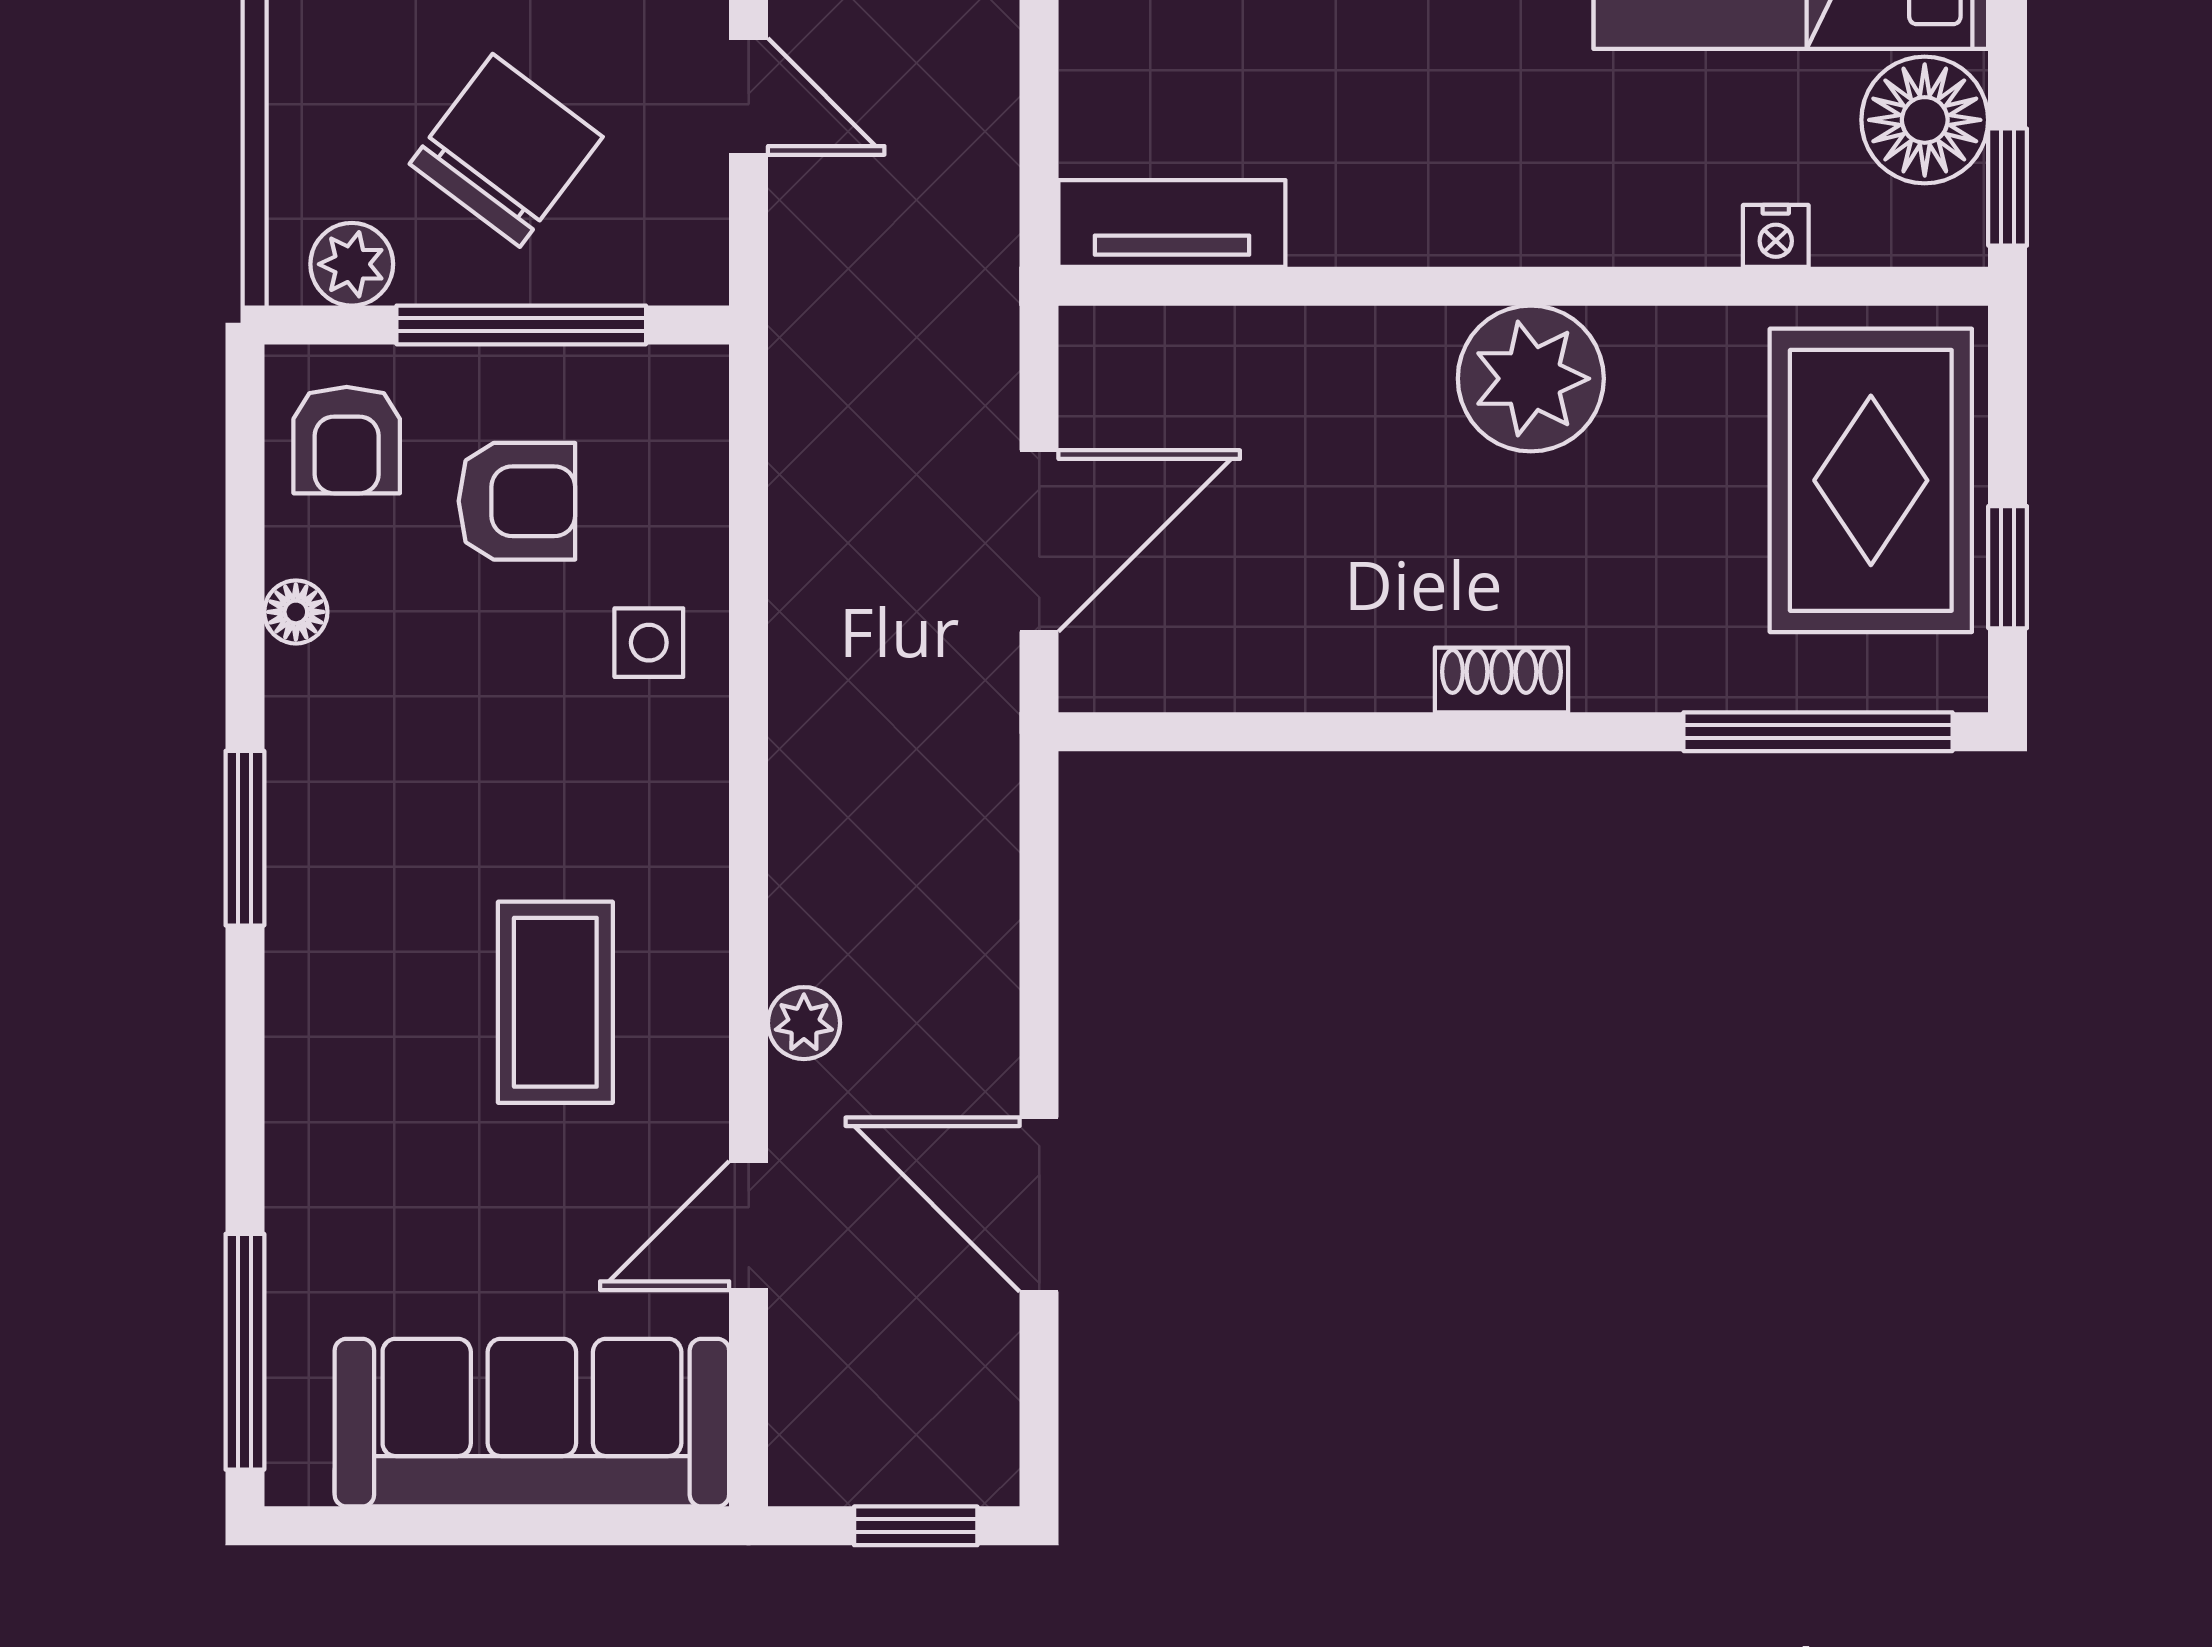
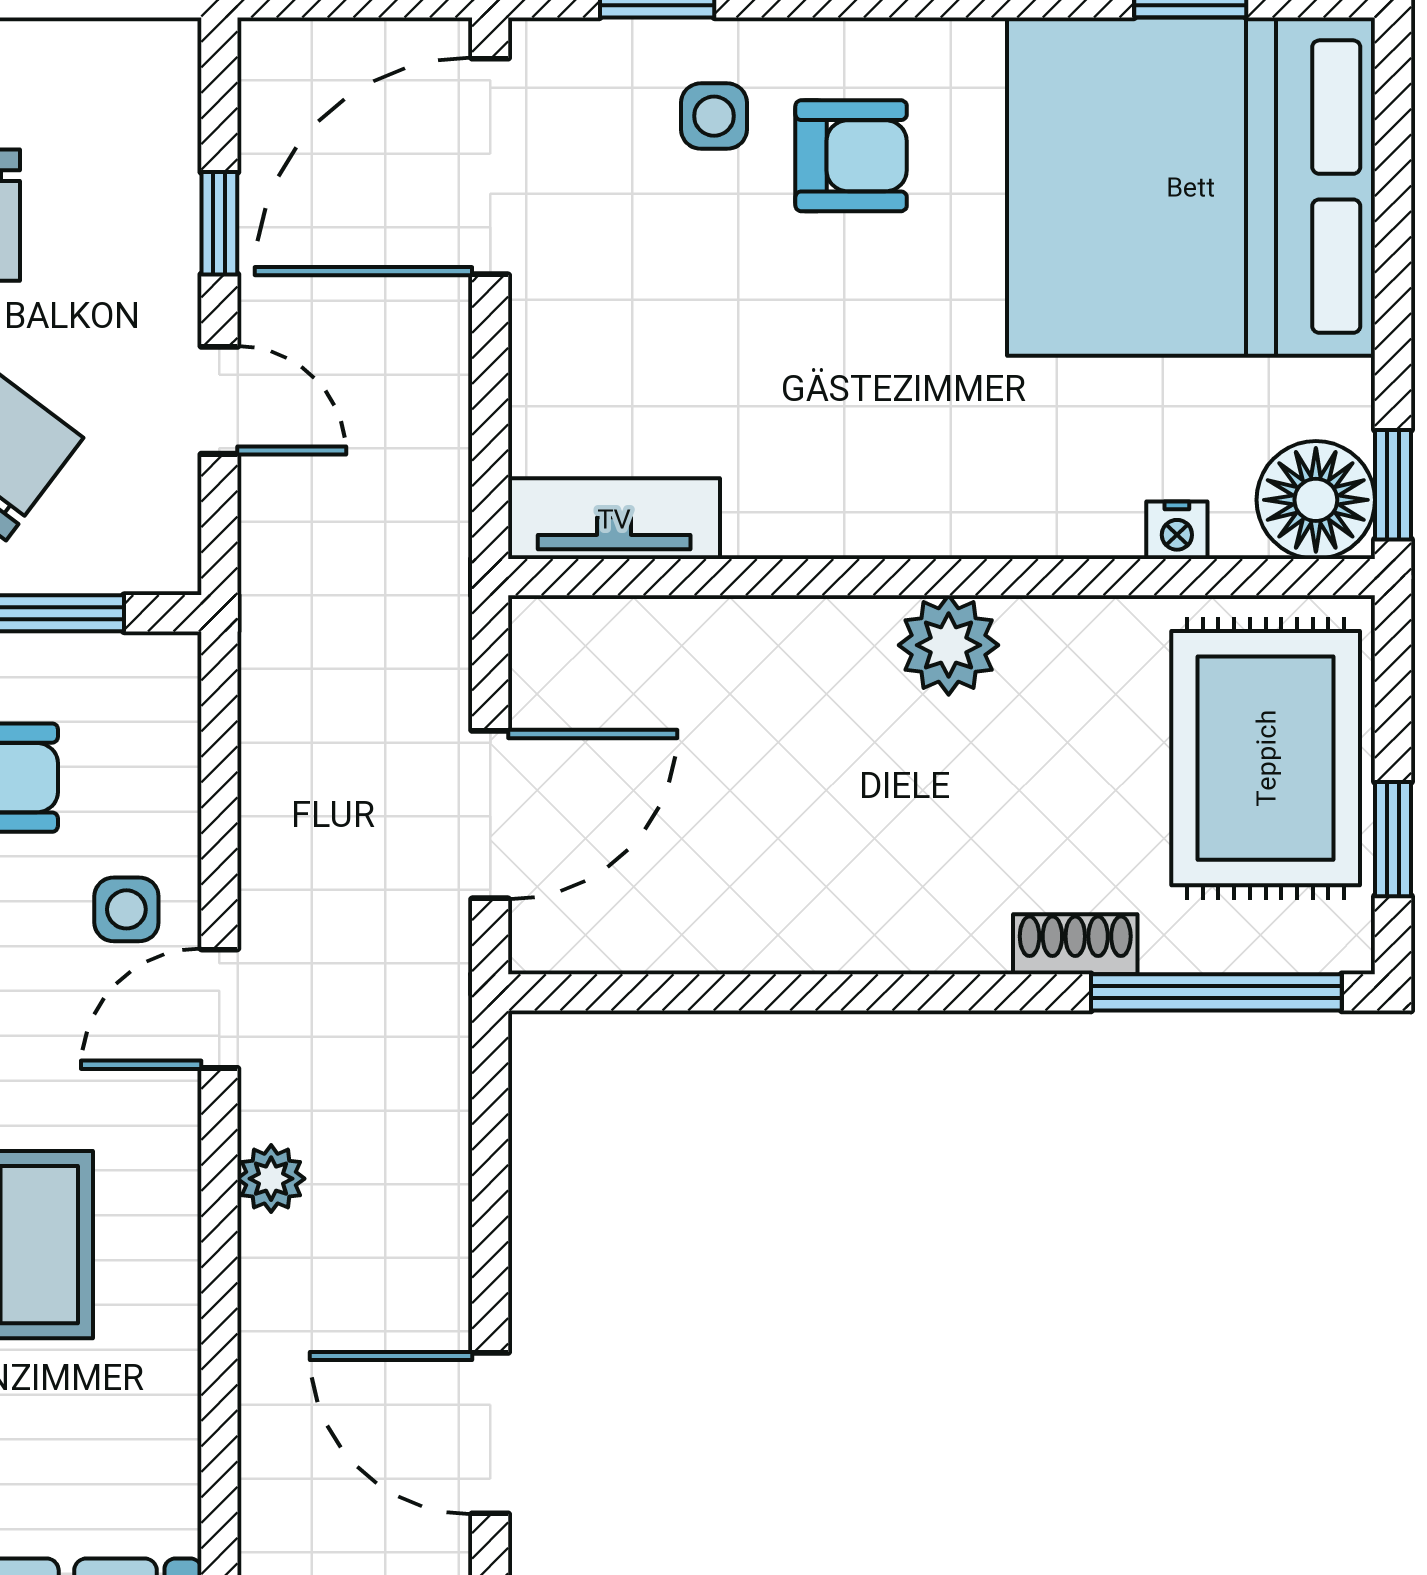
floor lamp: (1925, 120) -> (1316, 500), moved
plant: (1531, 379) -> (949, 645), width x0.73, depth x0.73
shoe rack: (1502, 680) -> (1075, 944), moved
plant: (804, 1023) -> (271, 1179), moved
door: (749, 1226) -> (219, 1009), moved

